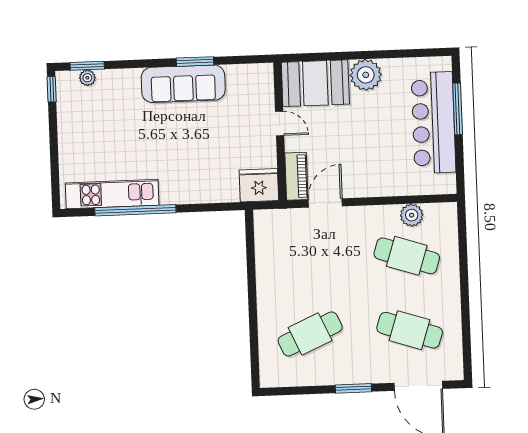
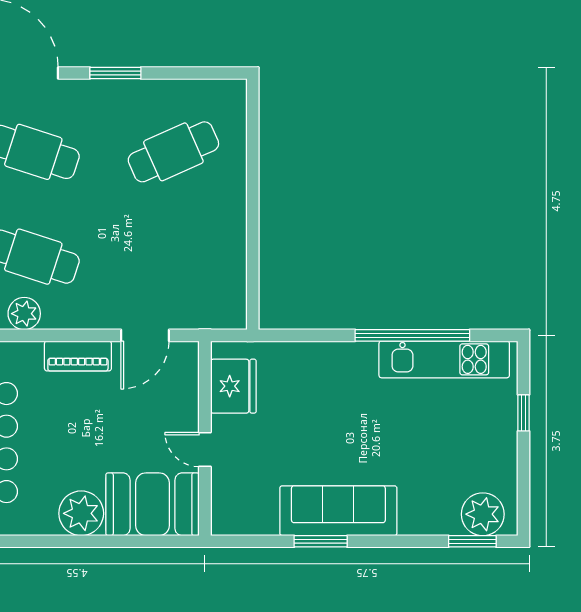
plant: (87, 78) -> (483, 514), width x1.88, depth x1.88
window: (52, 89) -> (524, 413), moved
piano: (296, 176) -> (78, 356), moved, turned -90
fridge: (259, 185) -> (233, 386), moved, turned -90

